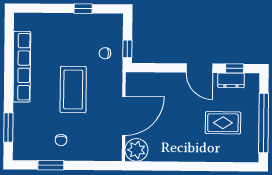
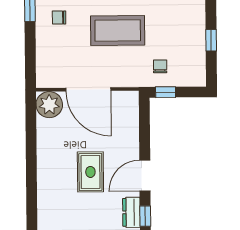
rug: (223, 123) -> (90, 172), moved

